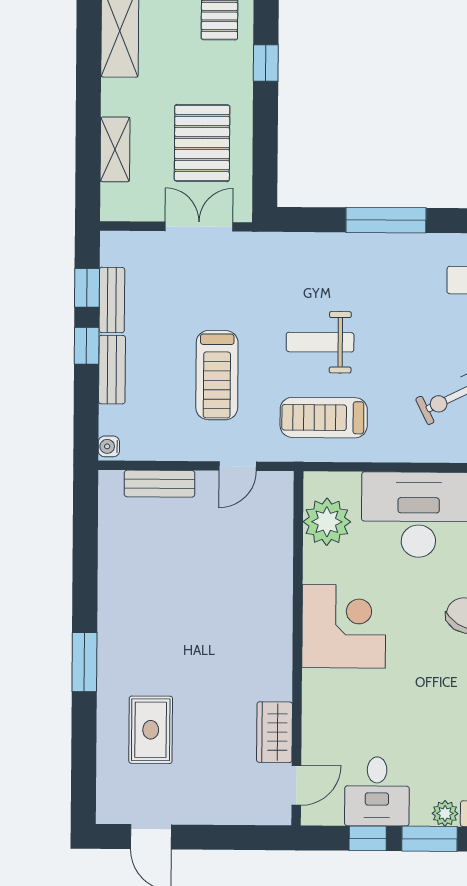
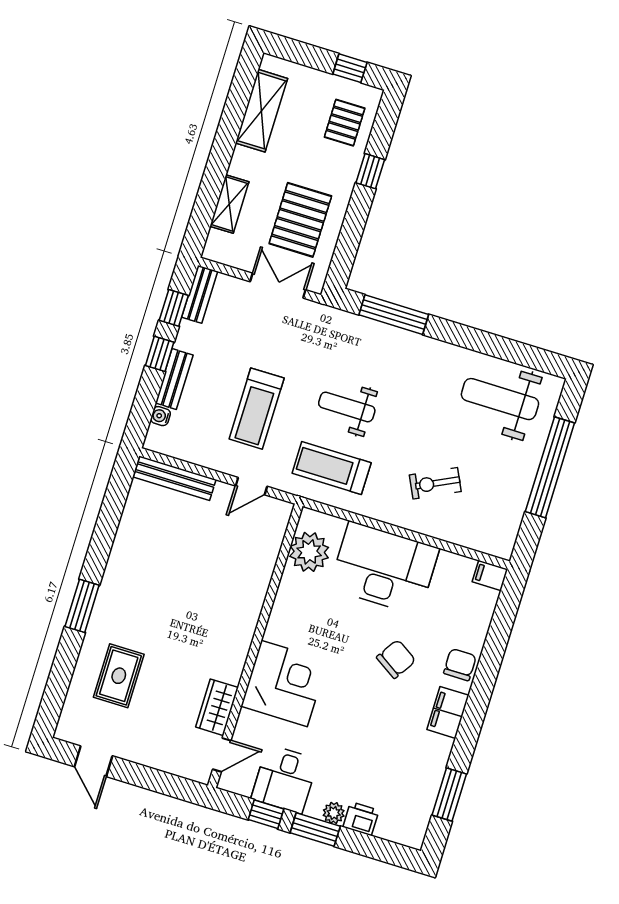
window: (386, 220) -> (394, 315), moved
bench: (112, 300) -> (200, 294), moved
water cooler: (109, 446) -> (160, 416), moved
bench: (160, 484) -> (175, 478), width x1.36
corner desk: (344, 626) -> (284, 683), moved

